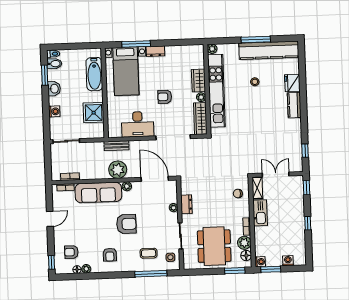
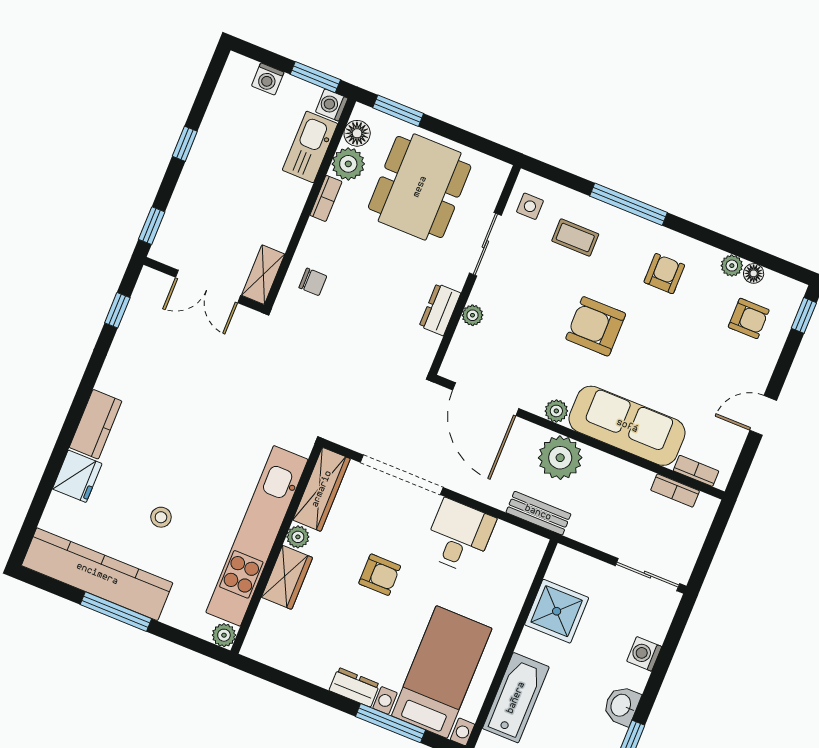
desk: (138, 124) -> (459, 536), width x0.73
kitchen sink: (260, 213) -> (310, 147), moved
window: (151, 274) -> (629, 204), moved

